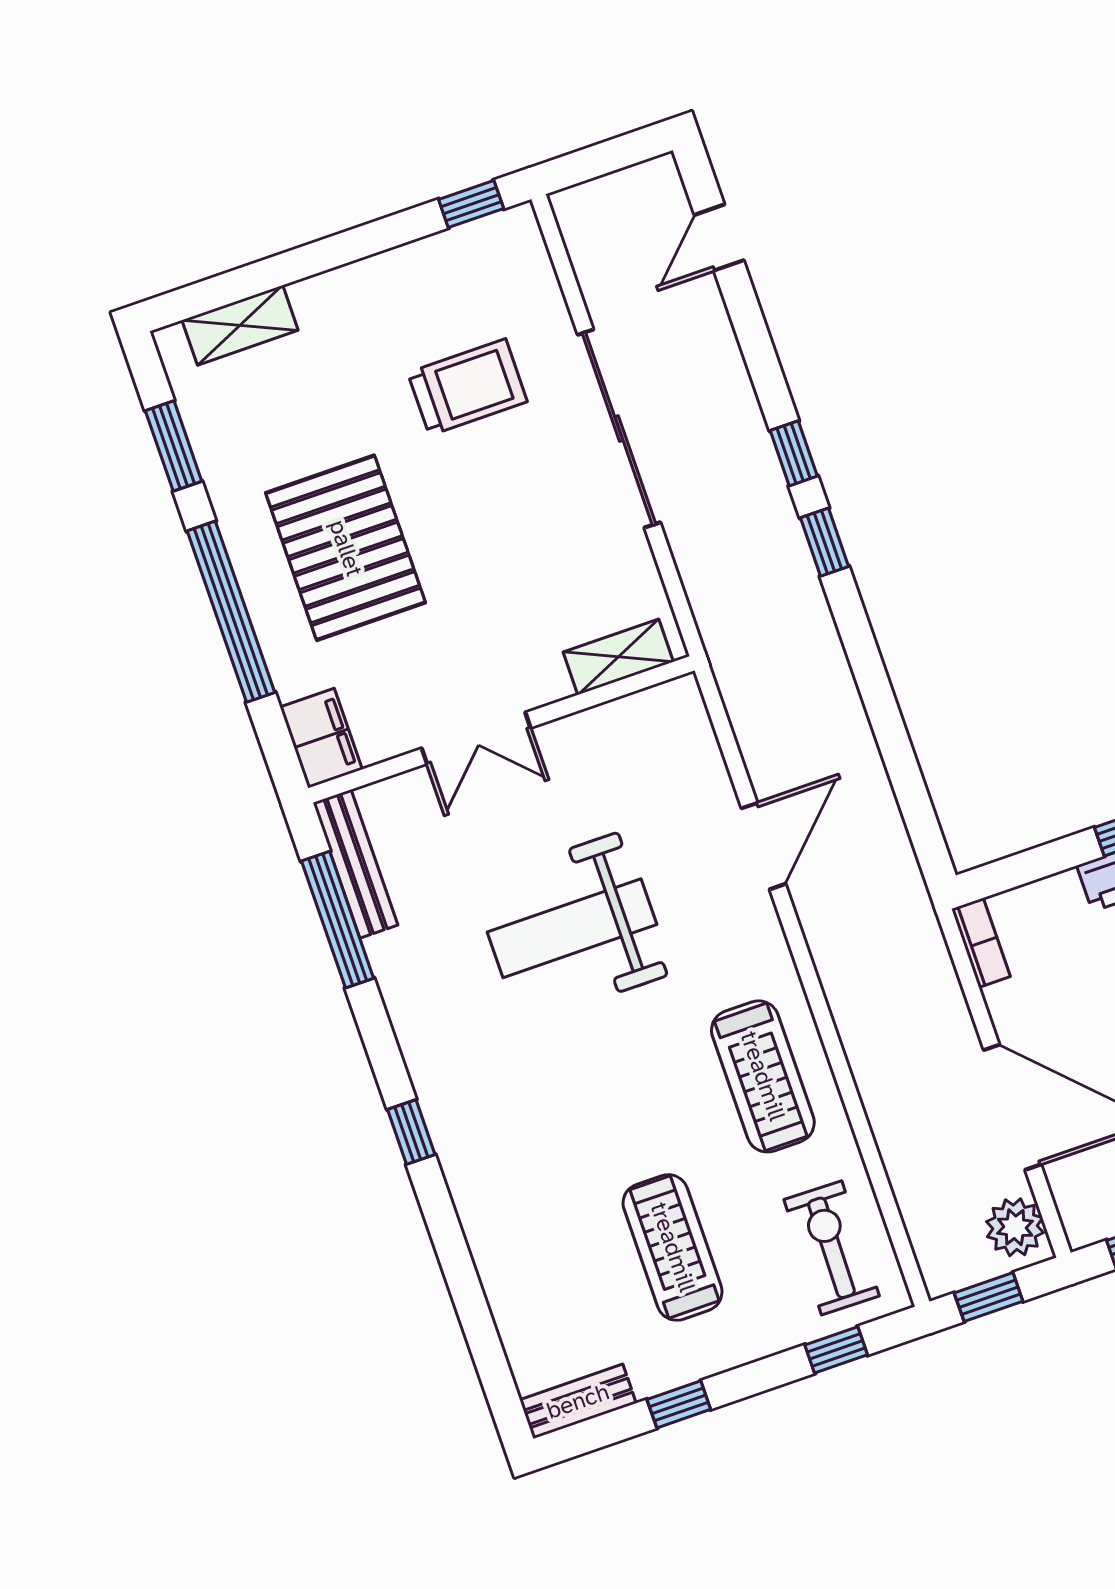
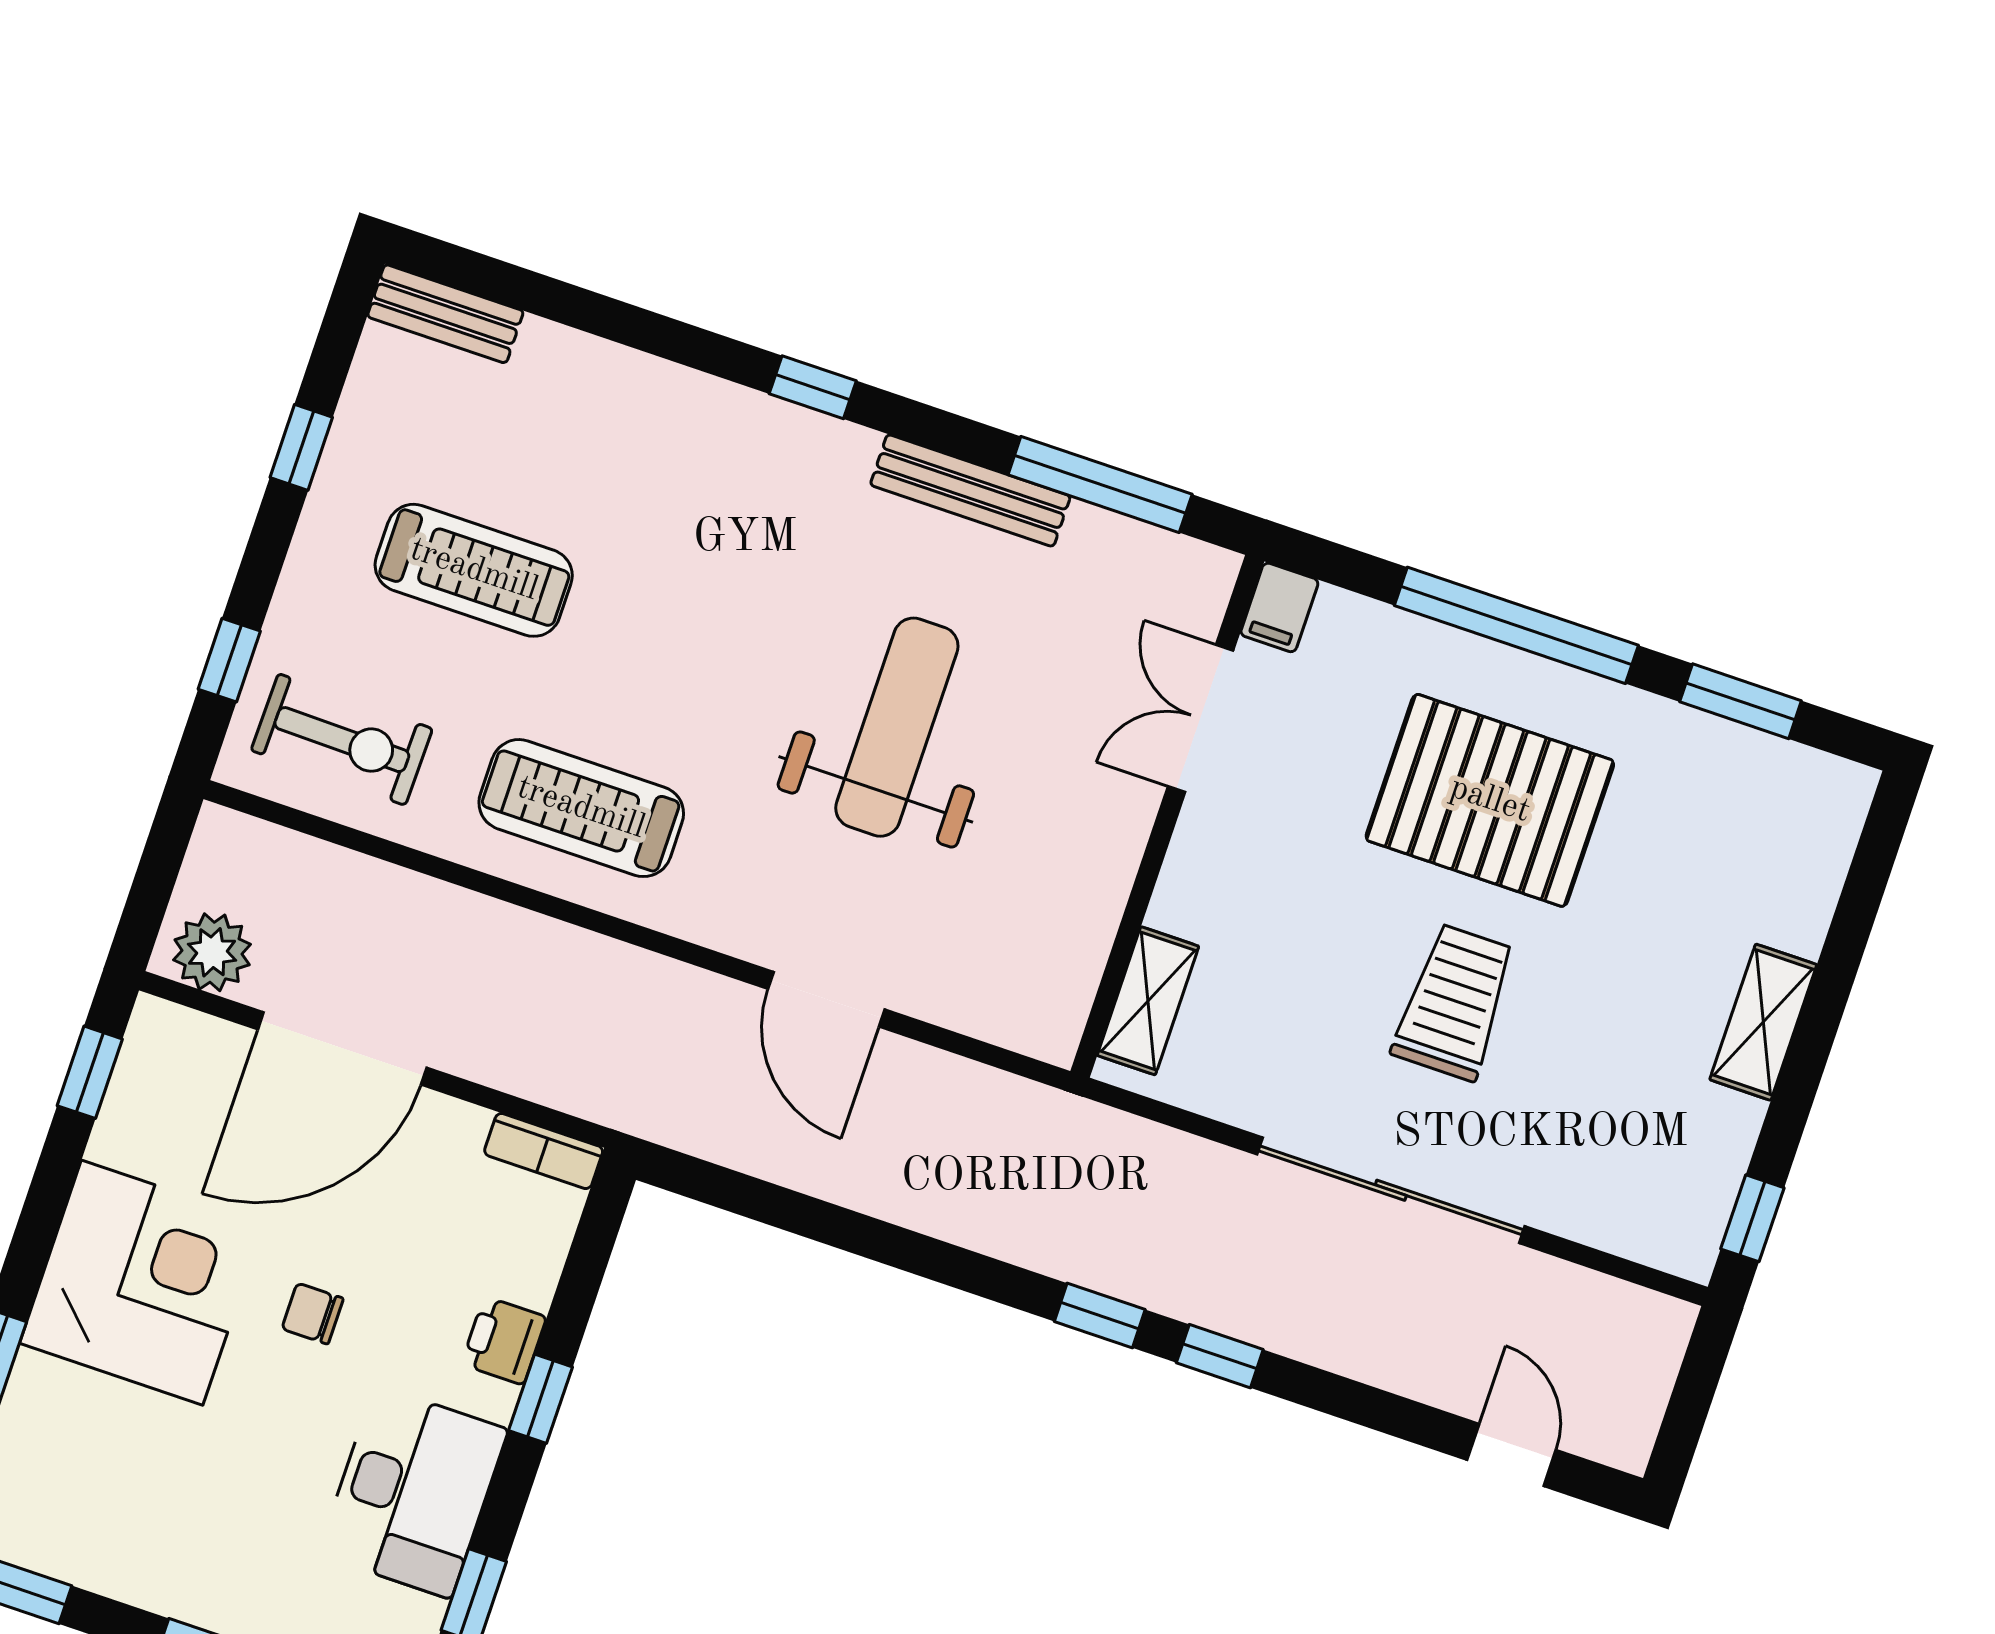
shelving: (240, 325) -> (1763, 1022), moved
trolley: (468, 387) -> (1454, 1002), moved, turned 180
filing cabinet: (321, 738) -> (1279, 607), width x0.50
double door: (476, 738) -> (1200, 718), moved
bench: (355, 864) -> (970, 491), moved
window: (989, 1297) -> (160, 866), removed
bench: (578, 1401) -> (445, 314), moved, turned 90

